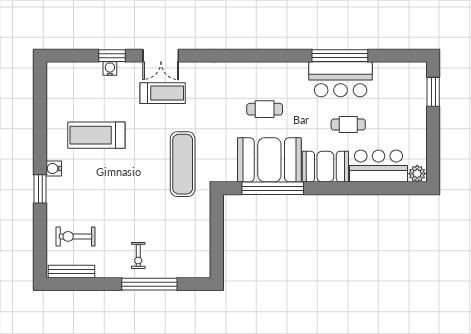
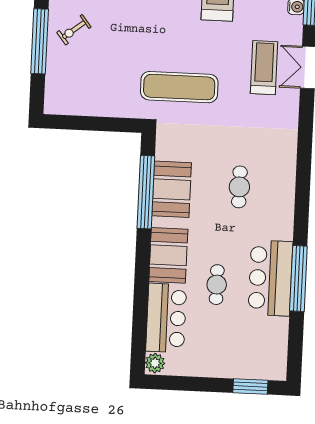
treadmill: (163, 93) -> (264, 68), turned 180
booth: (269, 160) -> (172, 189), width x0.73, depth x0.70
exercise bike: (138, 256) -> (74, 30), turned -38

